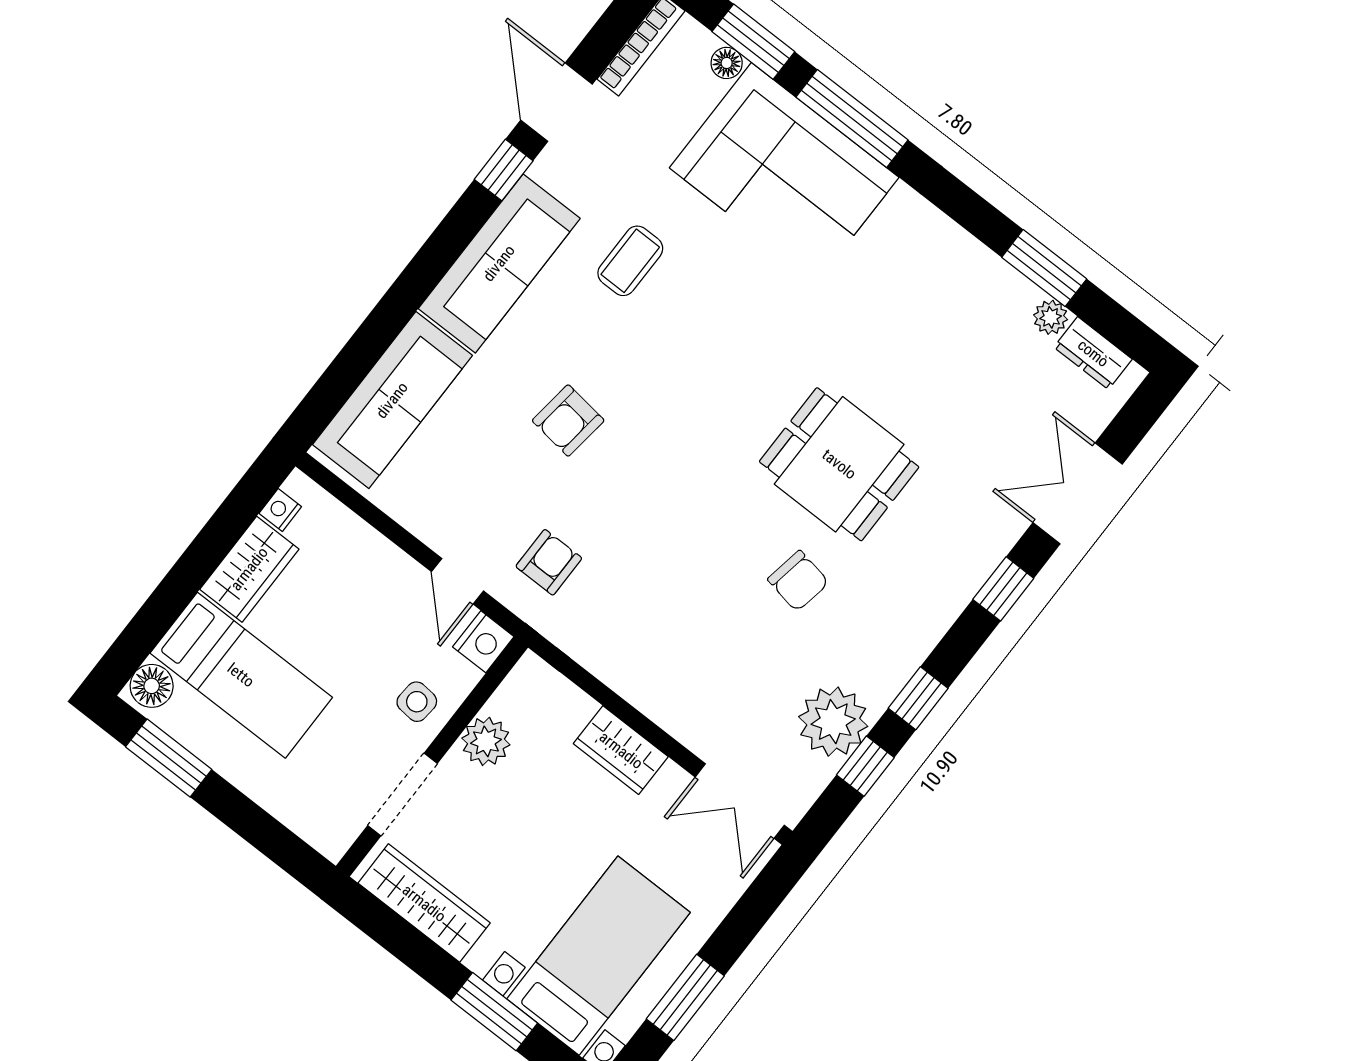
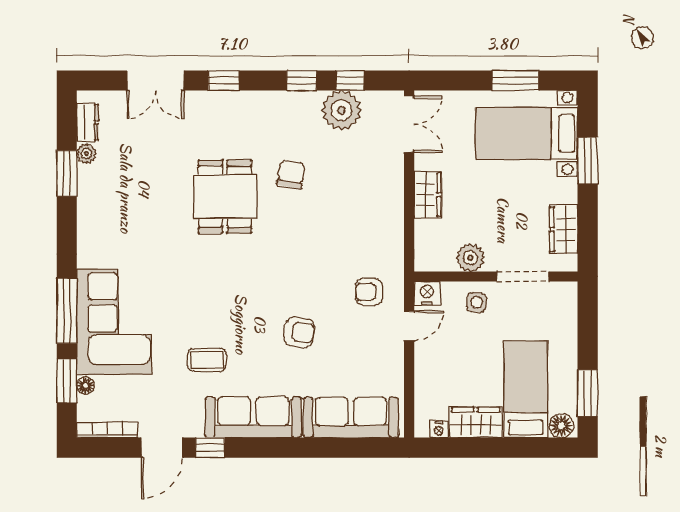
wardrobe: (424, 903) -> (564, 229), width x0.67

